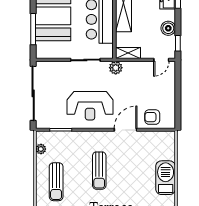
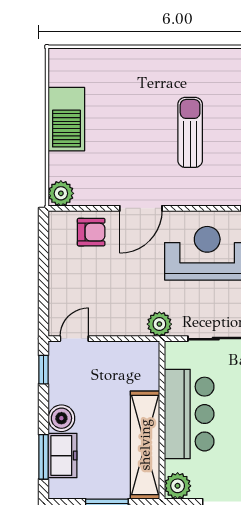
boiler: (168, 28) -> (61, 418), moved
shelving: (128, 53) -> (137, 351), removed
plant: (169, 138) -> (61, 193), added

